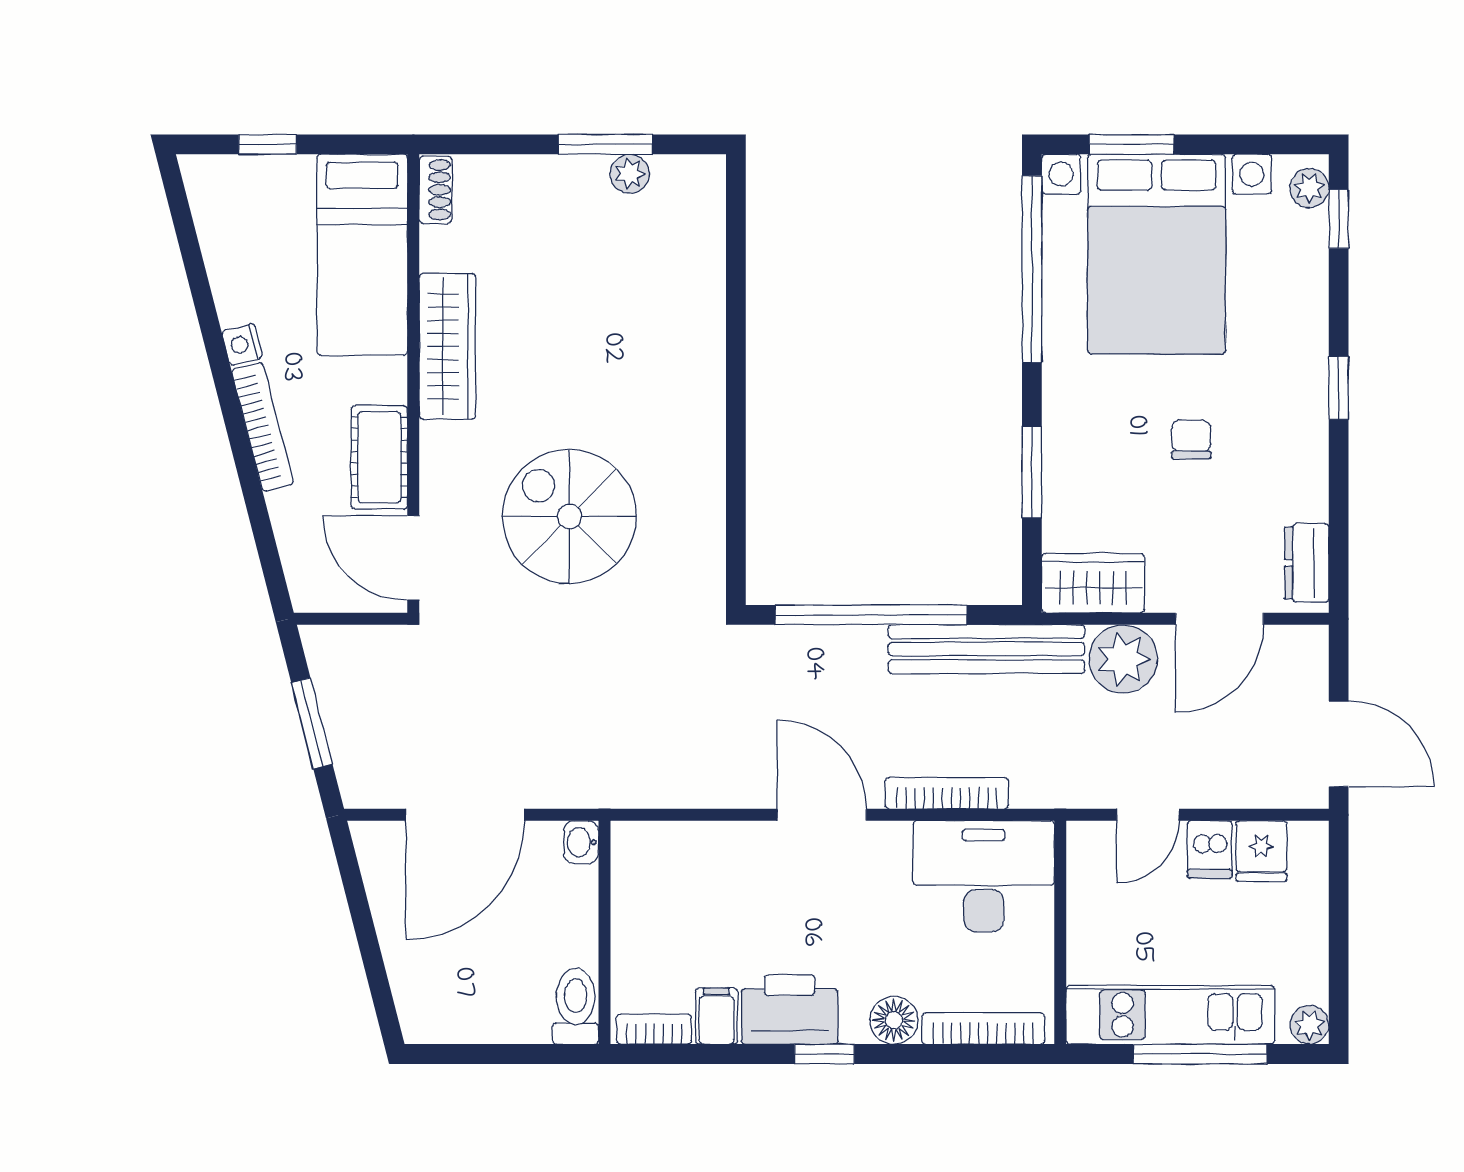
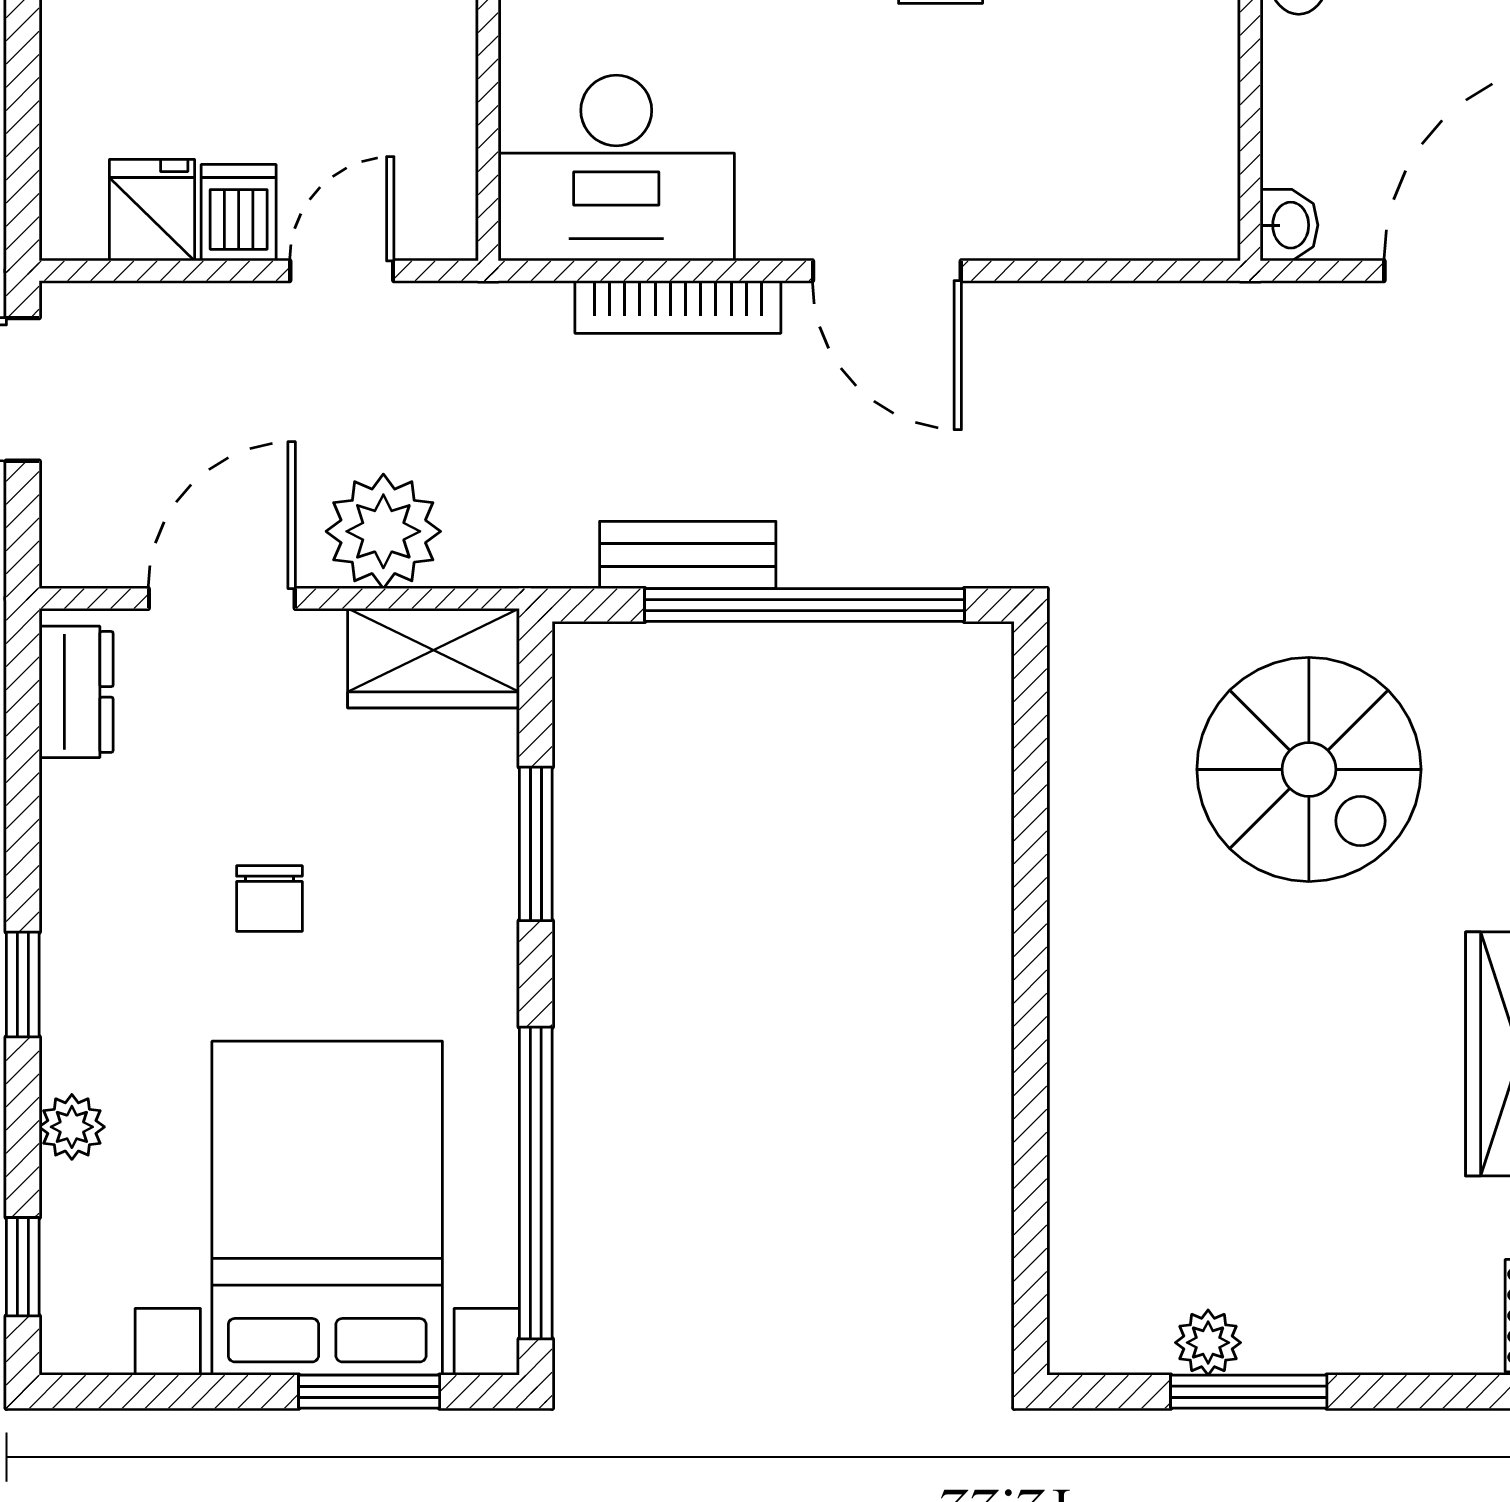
plant: (1309, 188) -> (72, 1127), moved
bench: (986, 649) -> (688, 555), width x0.54, depth x0.82

